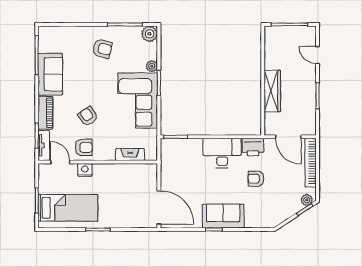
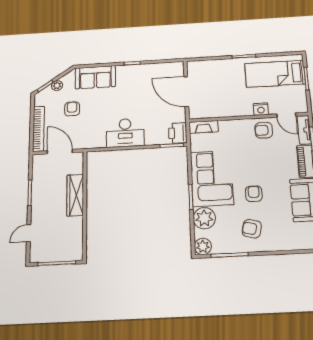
door: (318, 55) -> (29, 233), swing flipped
plant: (152, 66) -> (204, 218), width x1.87, depth x1.87
armchair: (88, 116) -> (254, 194), moved, turned -145
printer: (253, 147) -> (178, 133), moved, turned -90
fireplace: (130, 155) -> (204, 127), moved
armchair: (256, 179) -> (72, 109), moved, turned -90
plant: (307, 200) -> (57, 86), moved
door: (159, 207) -> (186, 92), moved
sofa: (223, 216) -> (95, 77), moved

